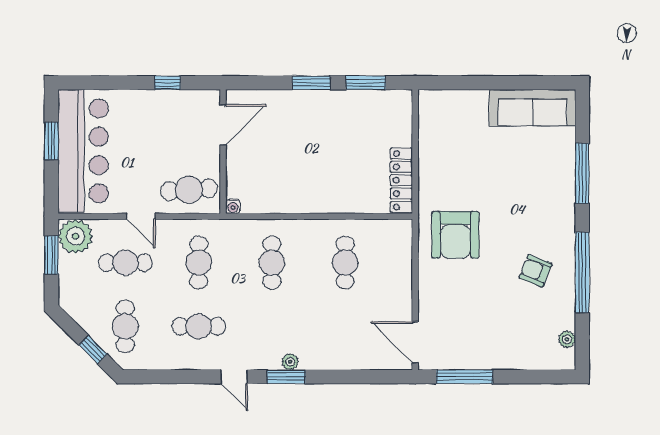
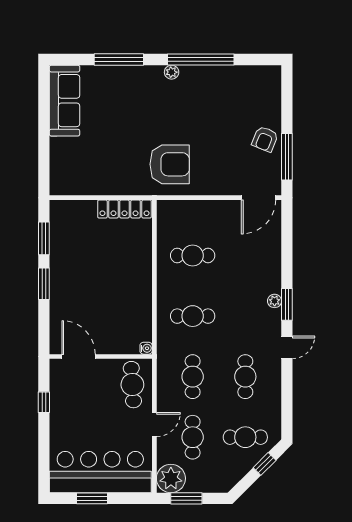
cafe table: (199, 263) -> (193, 377), turned 90
armchair: (535, 271) -> (265, 139), moved
plant: (567, 339) -> (172, 72), moved

